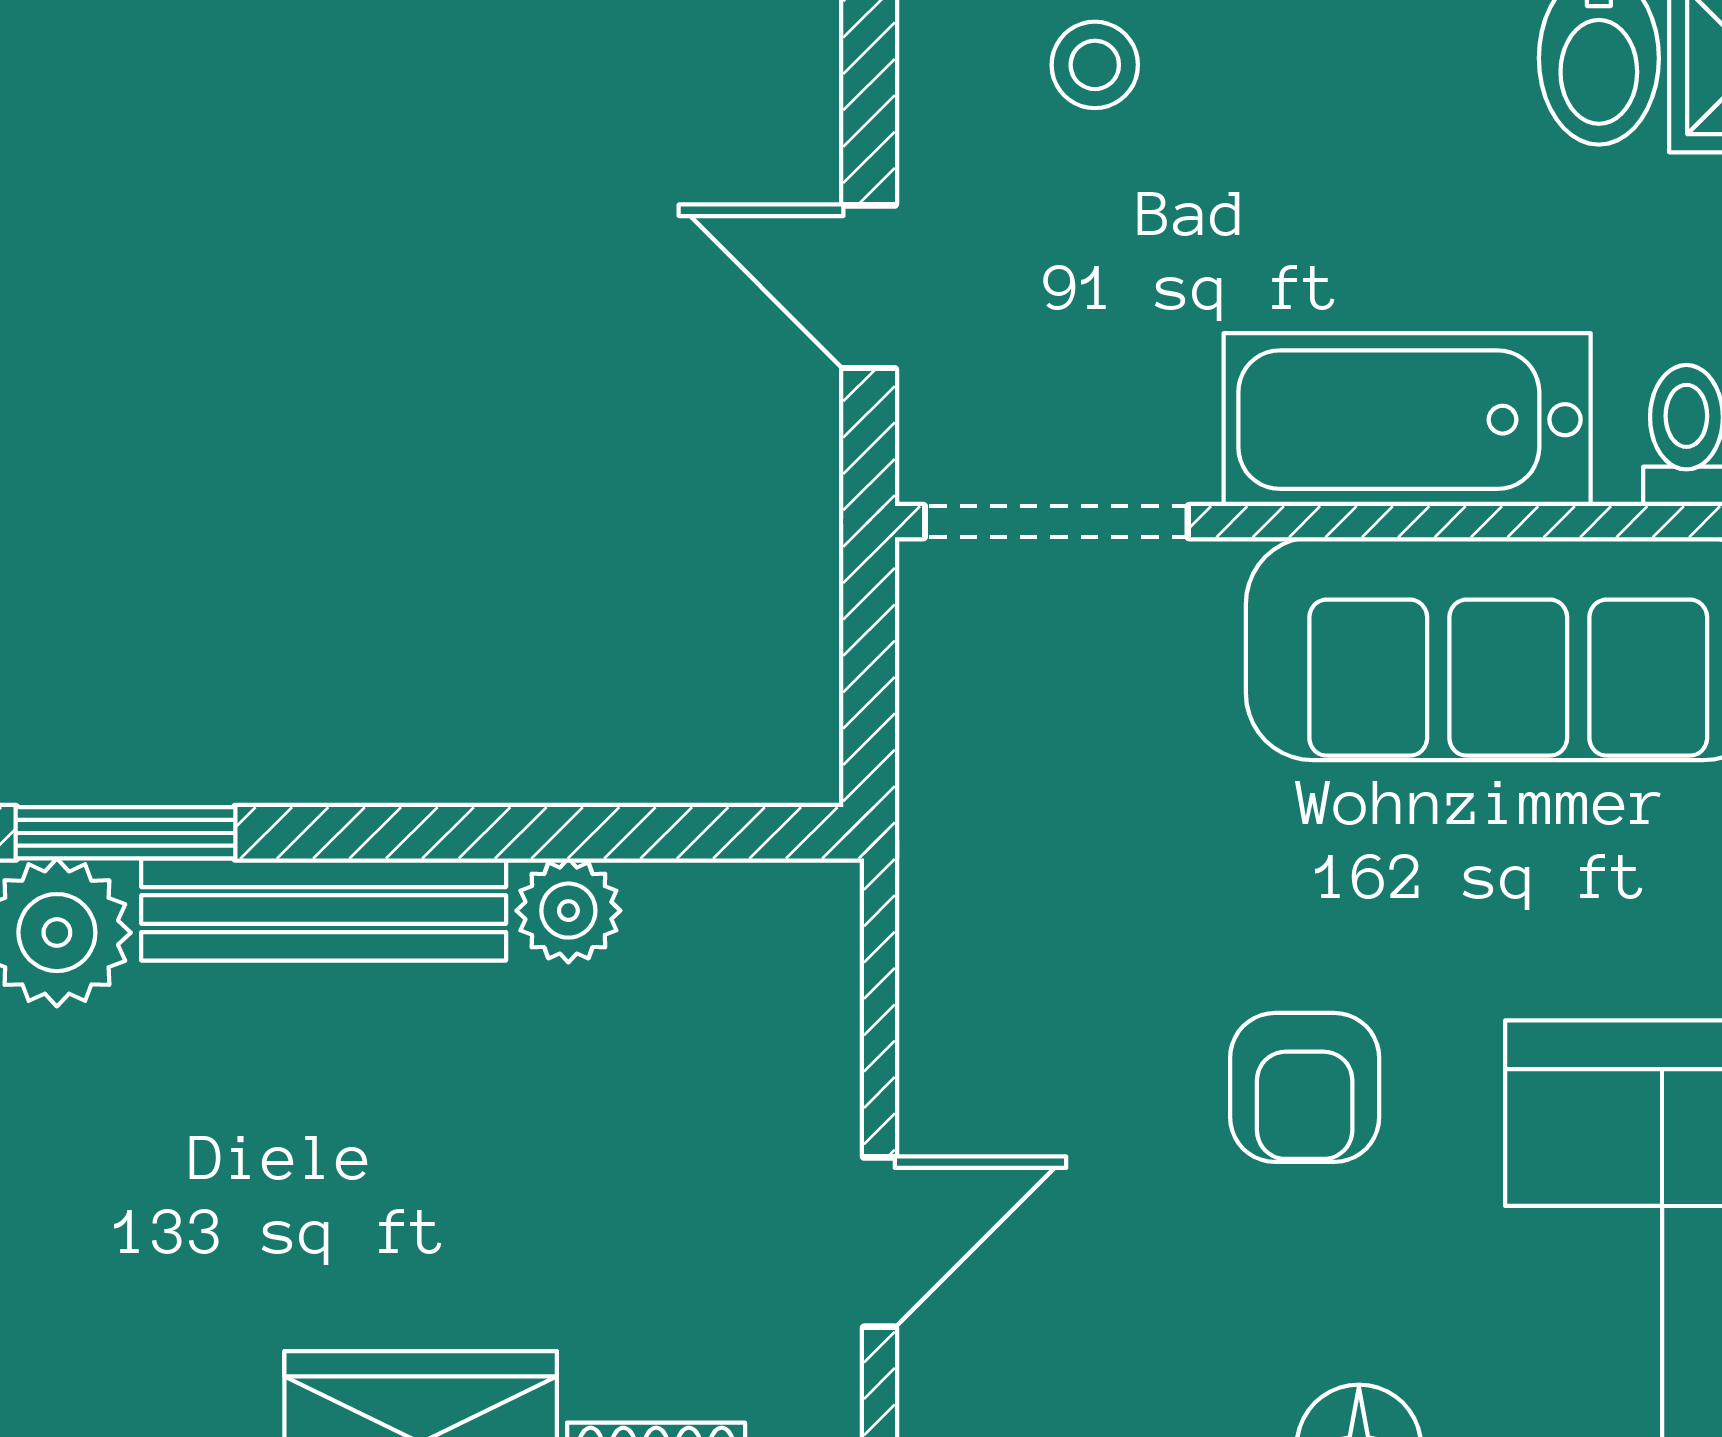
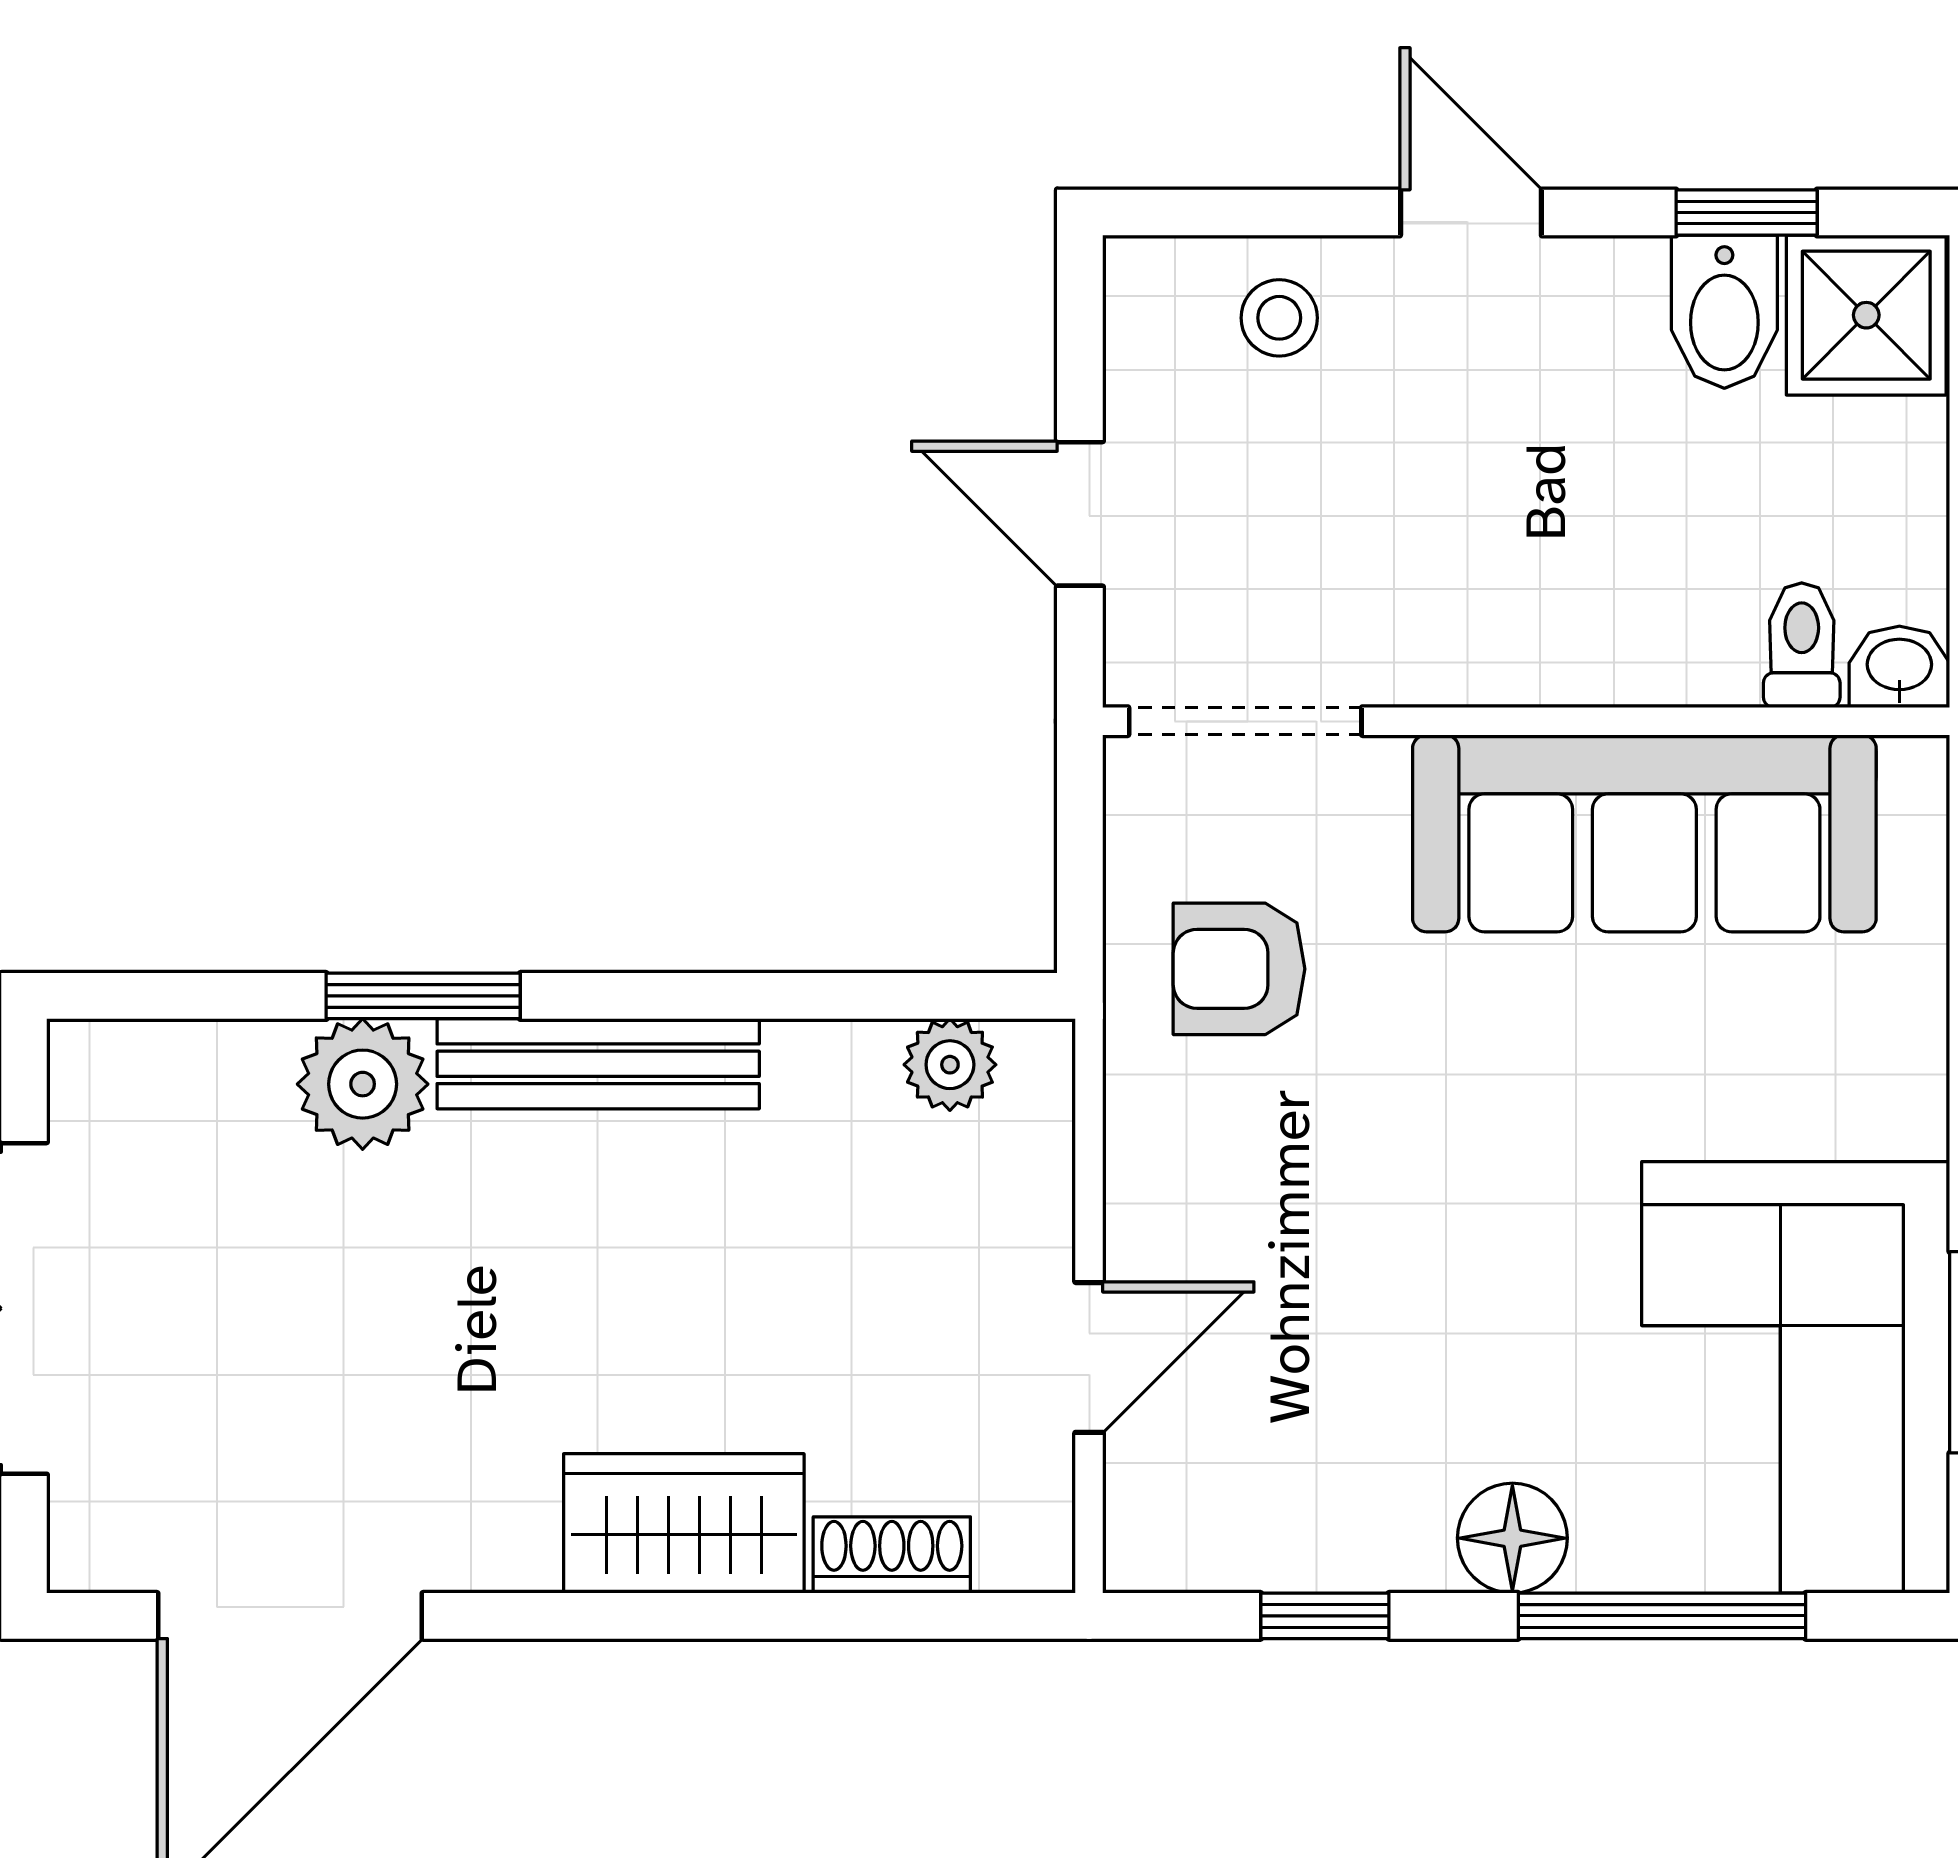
bathtub: (1407, 420) -> (1555, 631), removed
plant: (568, 911) -> (950, 1065), moved
armchair: (1305, 1087) -> (1239, 969), moved, turned 90

